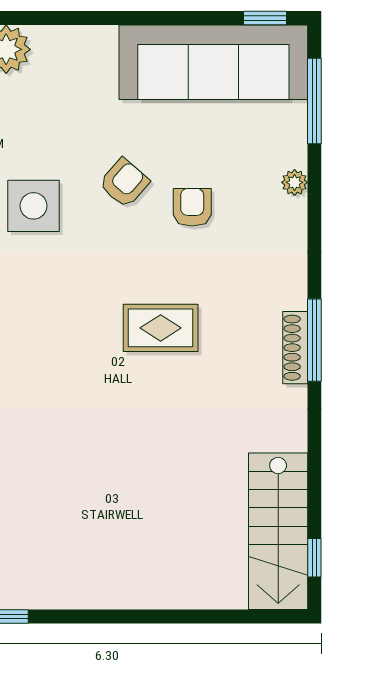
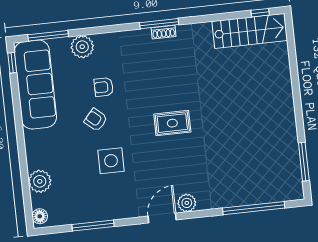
plant: (295, 182) -> (82, 47), width x1.88, depth x1.88
rug: (161, 328) -> (172, 123), moved, turned 90
shoe rack: (295, 348) -> (164, 32), width x0.70

